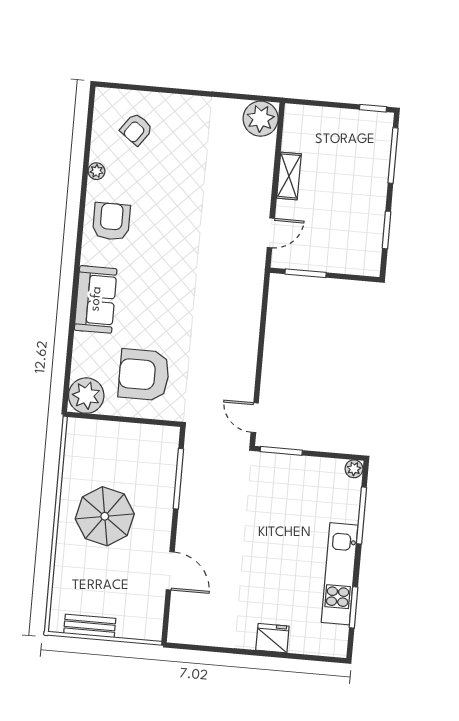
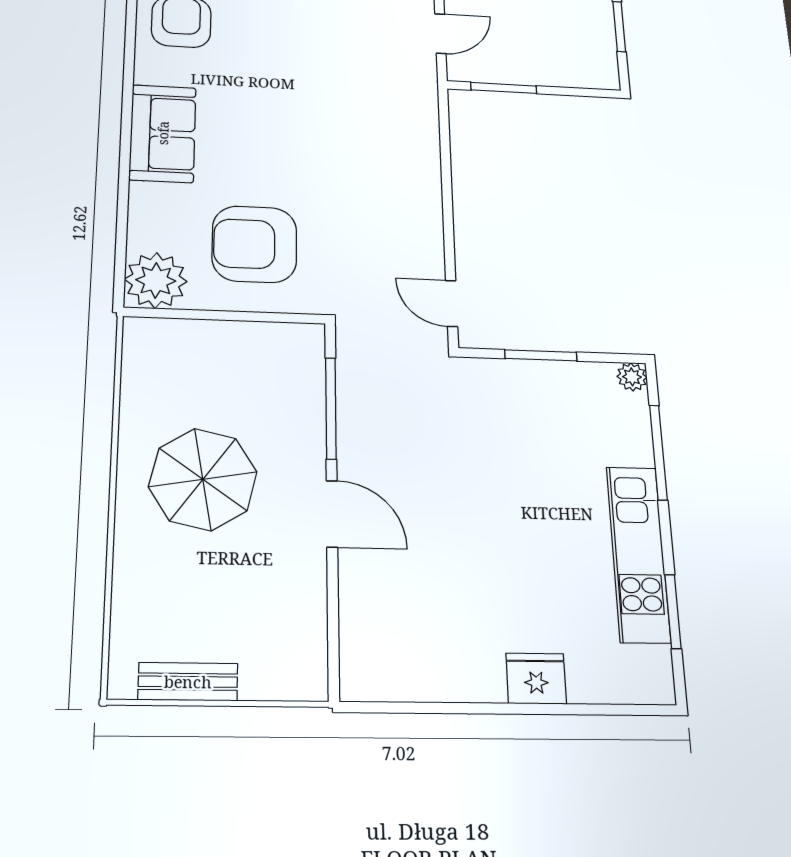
window: (281, 451) -> (541, 355), moved
door: (170, 571) -> (332, 514), moved

